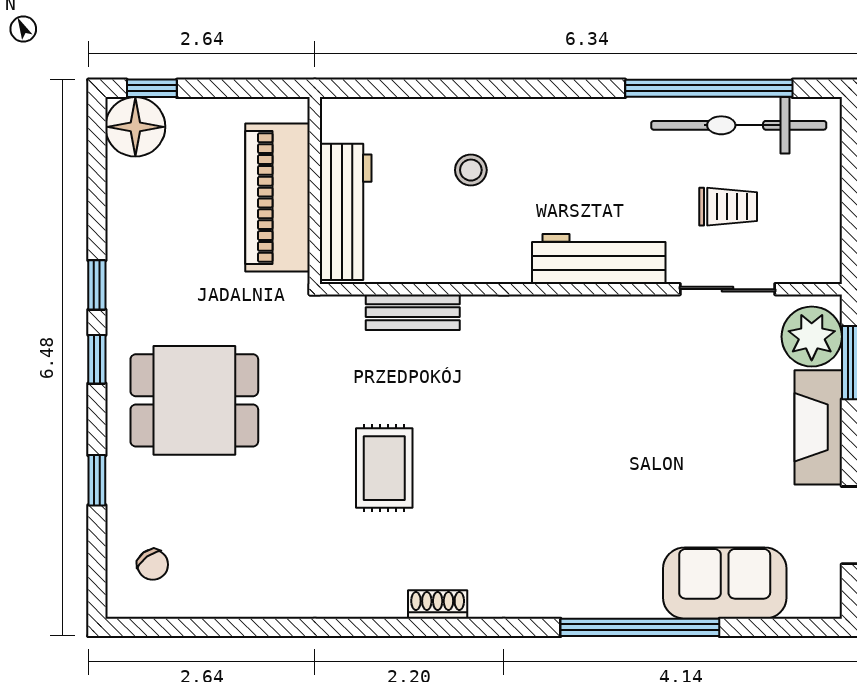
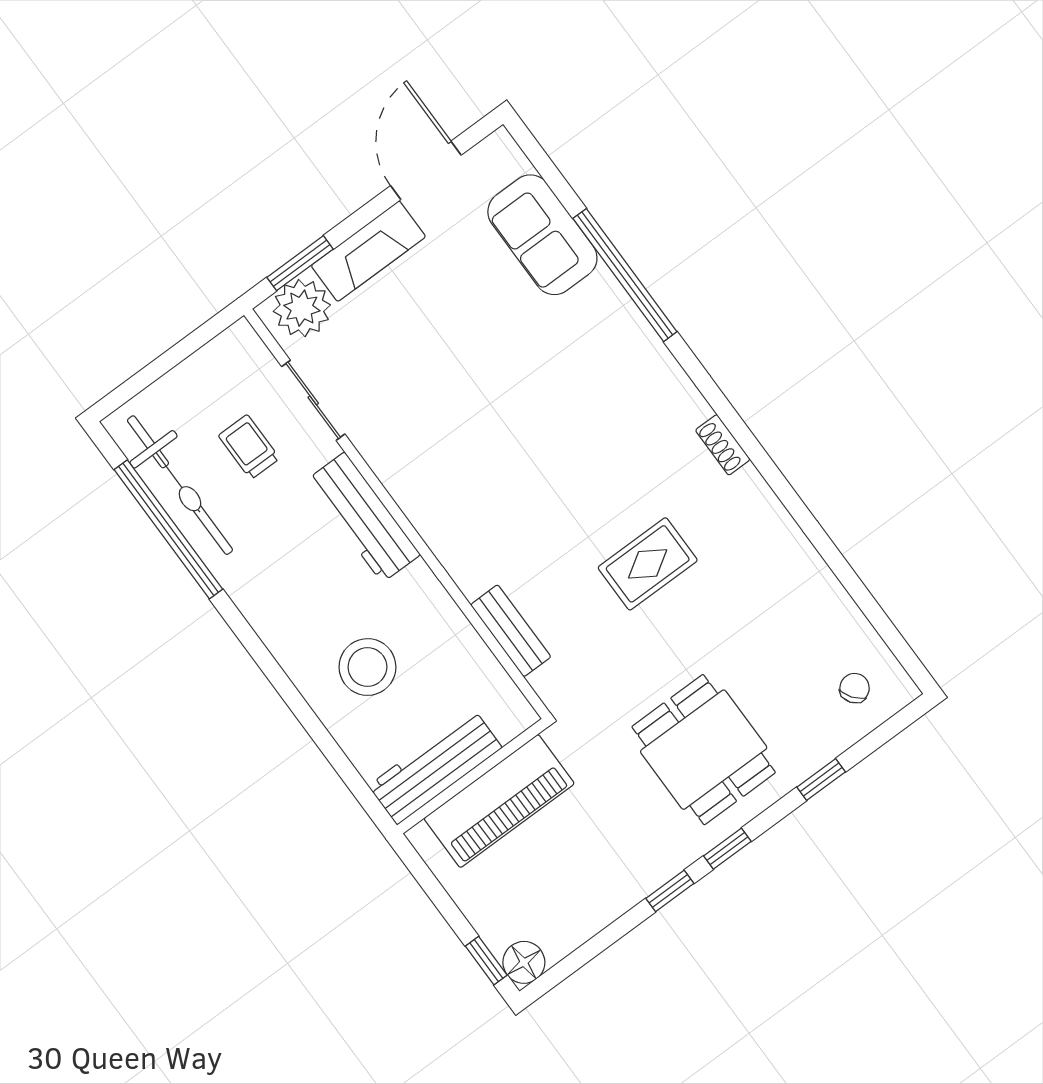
floor lamp: (135, 127) -> (524, 962), width x0.73, depth x0.73
stool: (471, 170) -> (367, 667), width x1.89, depth x1.89
workbench: (346, 212) -> (435, 767), moved

